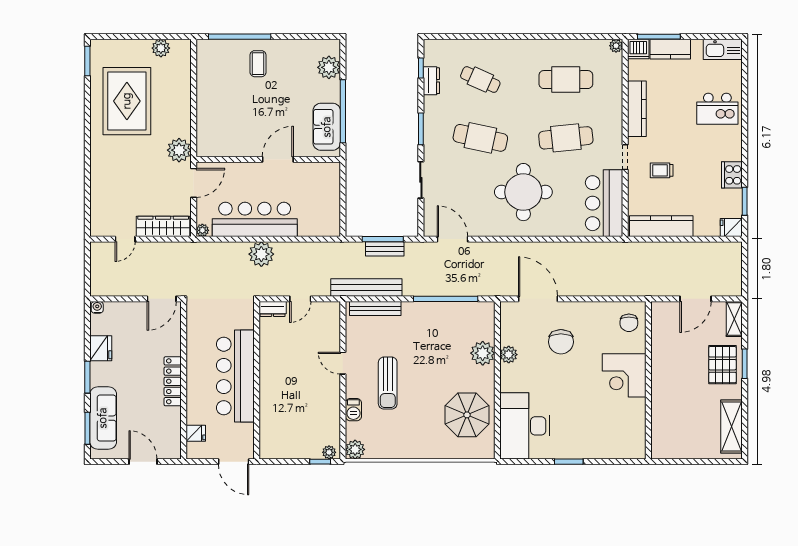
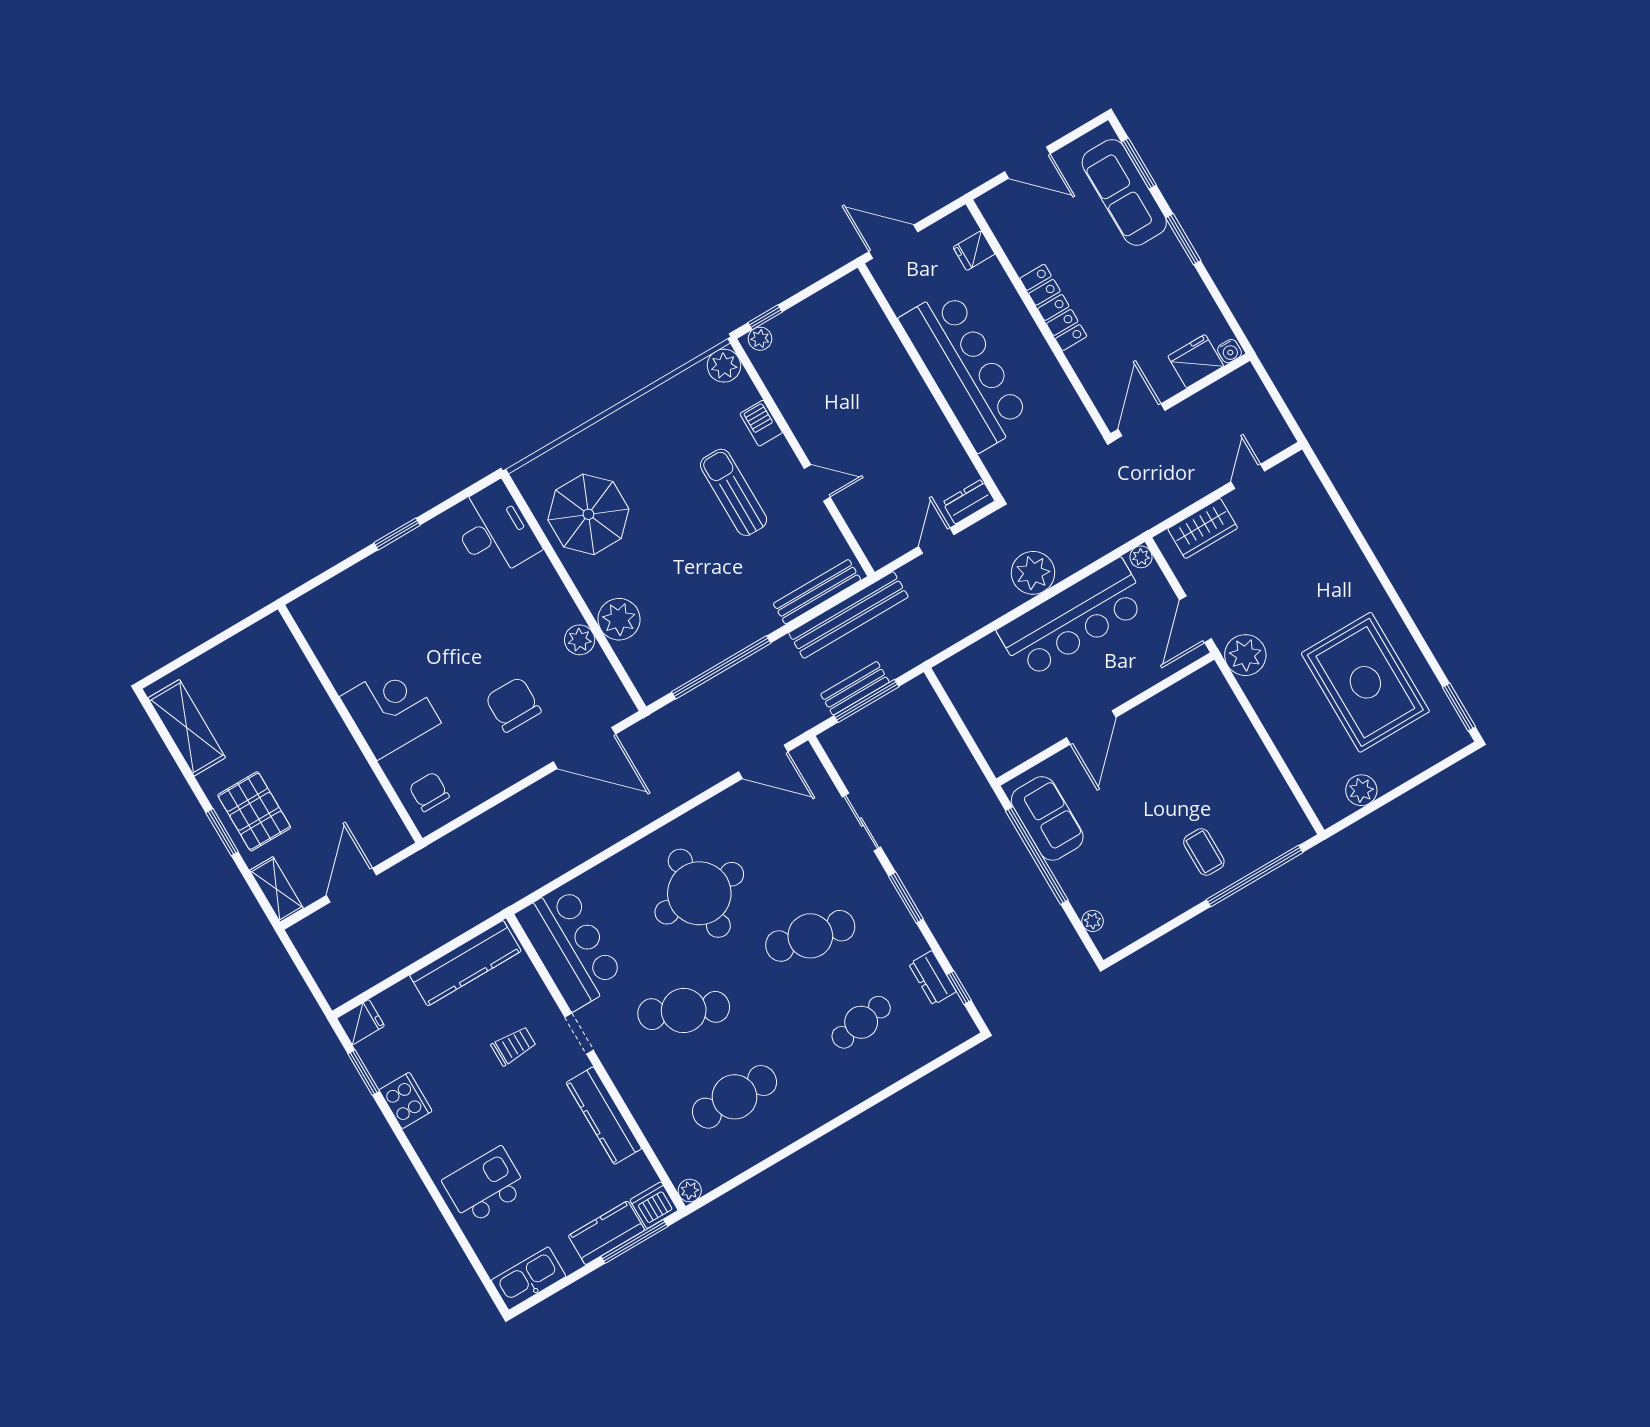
plant: (329, 67) -> (1093, 921), width x0.53, depth x0.53
cafe table: (480, 80) -> (861, 1022), turned -33
cafe table: (566, 138) -> (684, 1010), turned 30
wardrobe: (163, 226) -> (1203, 528), width x0.67
fridge: (101, 348) -> (1196, 361), moved, turned 90
desk: (525, 426) -> (494, 530), width x0.73, depth x0.77

